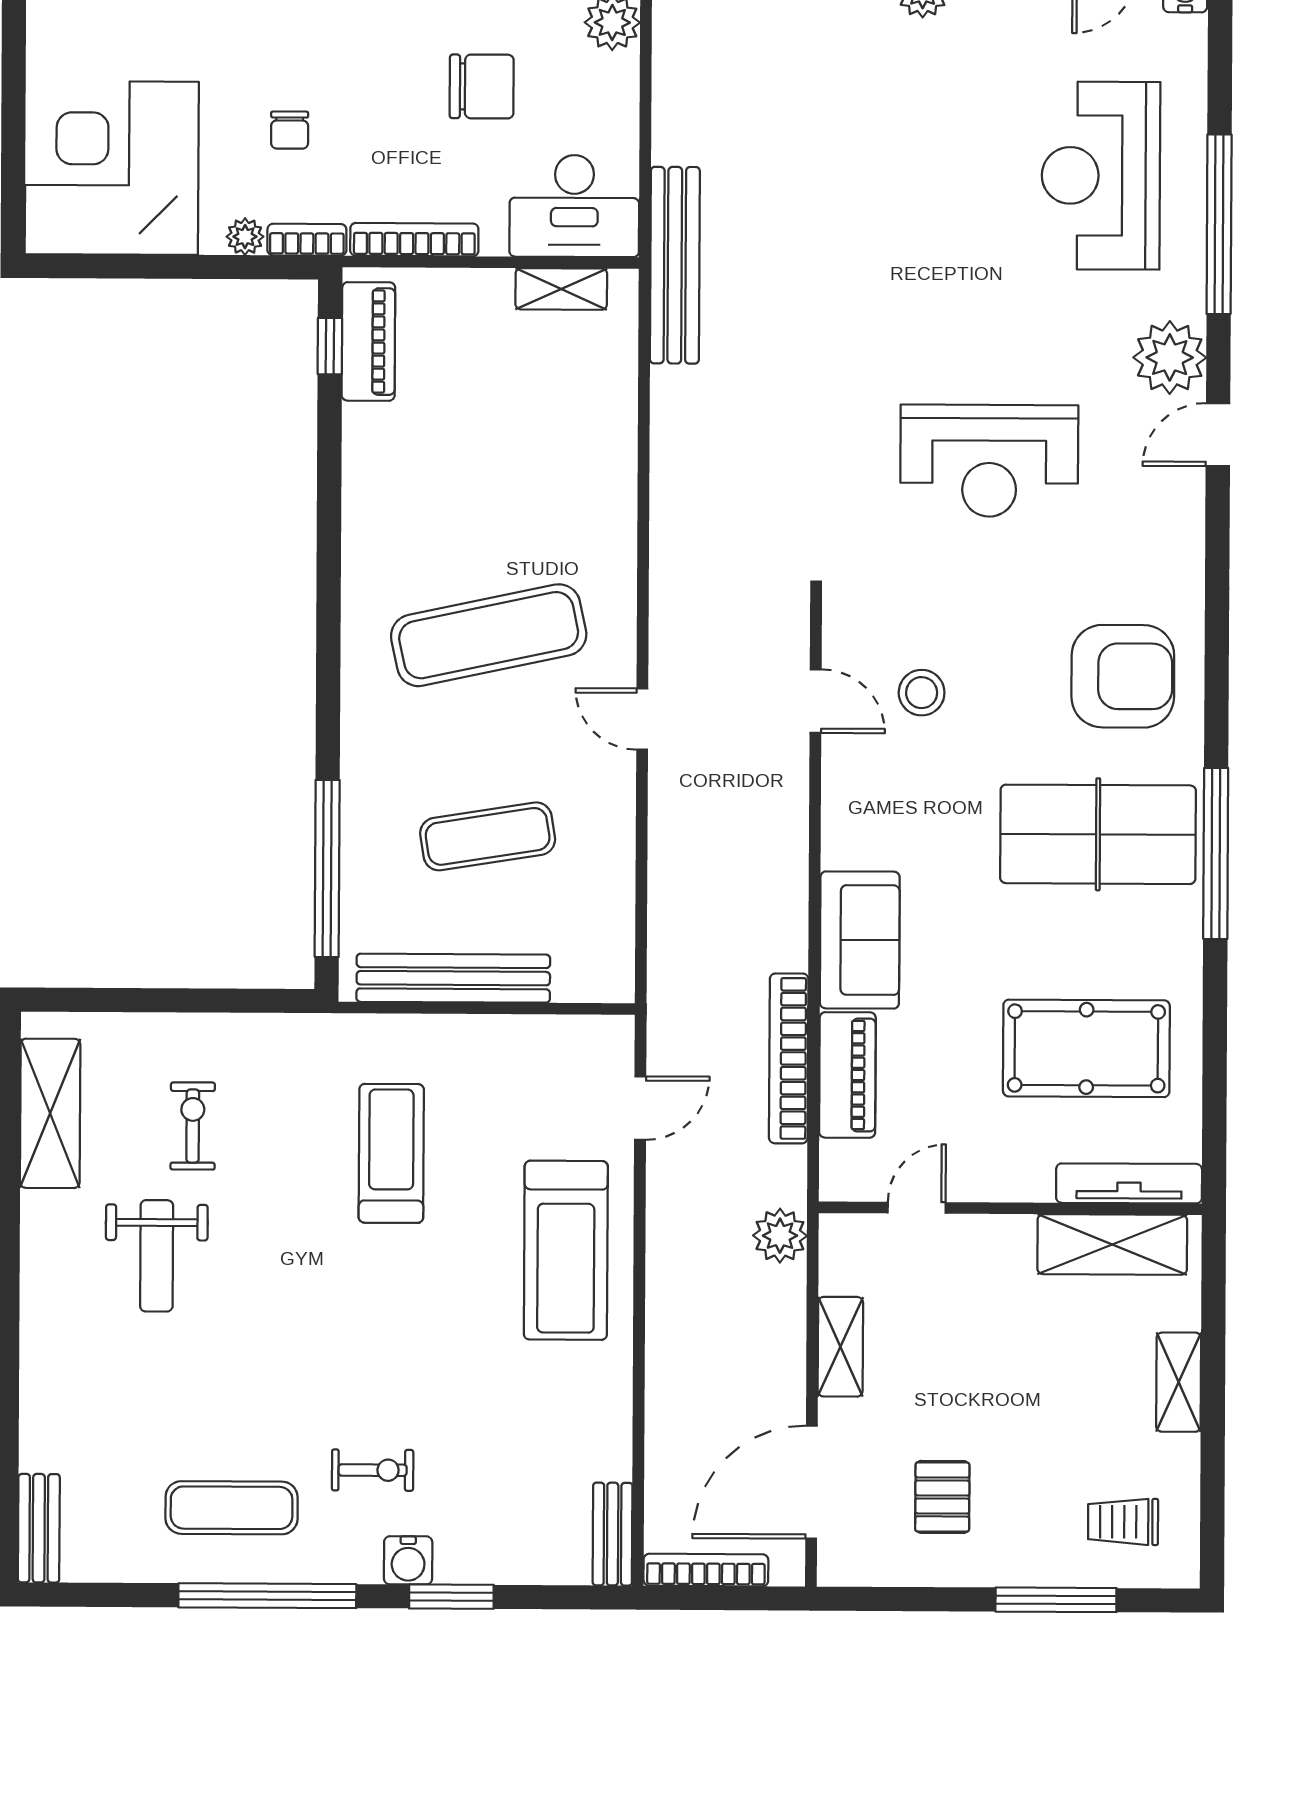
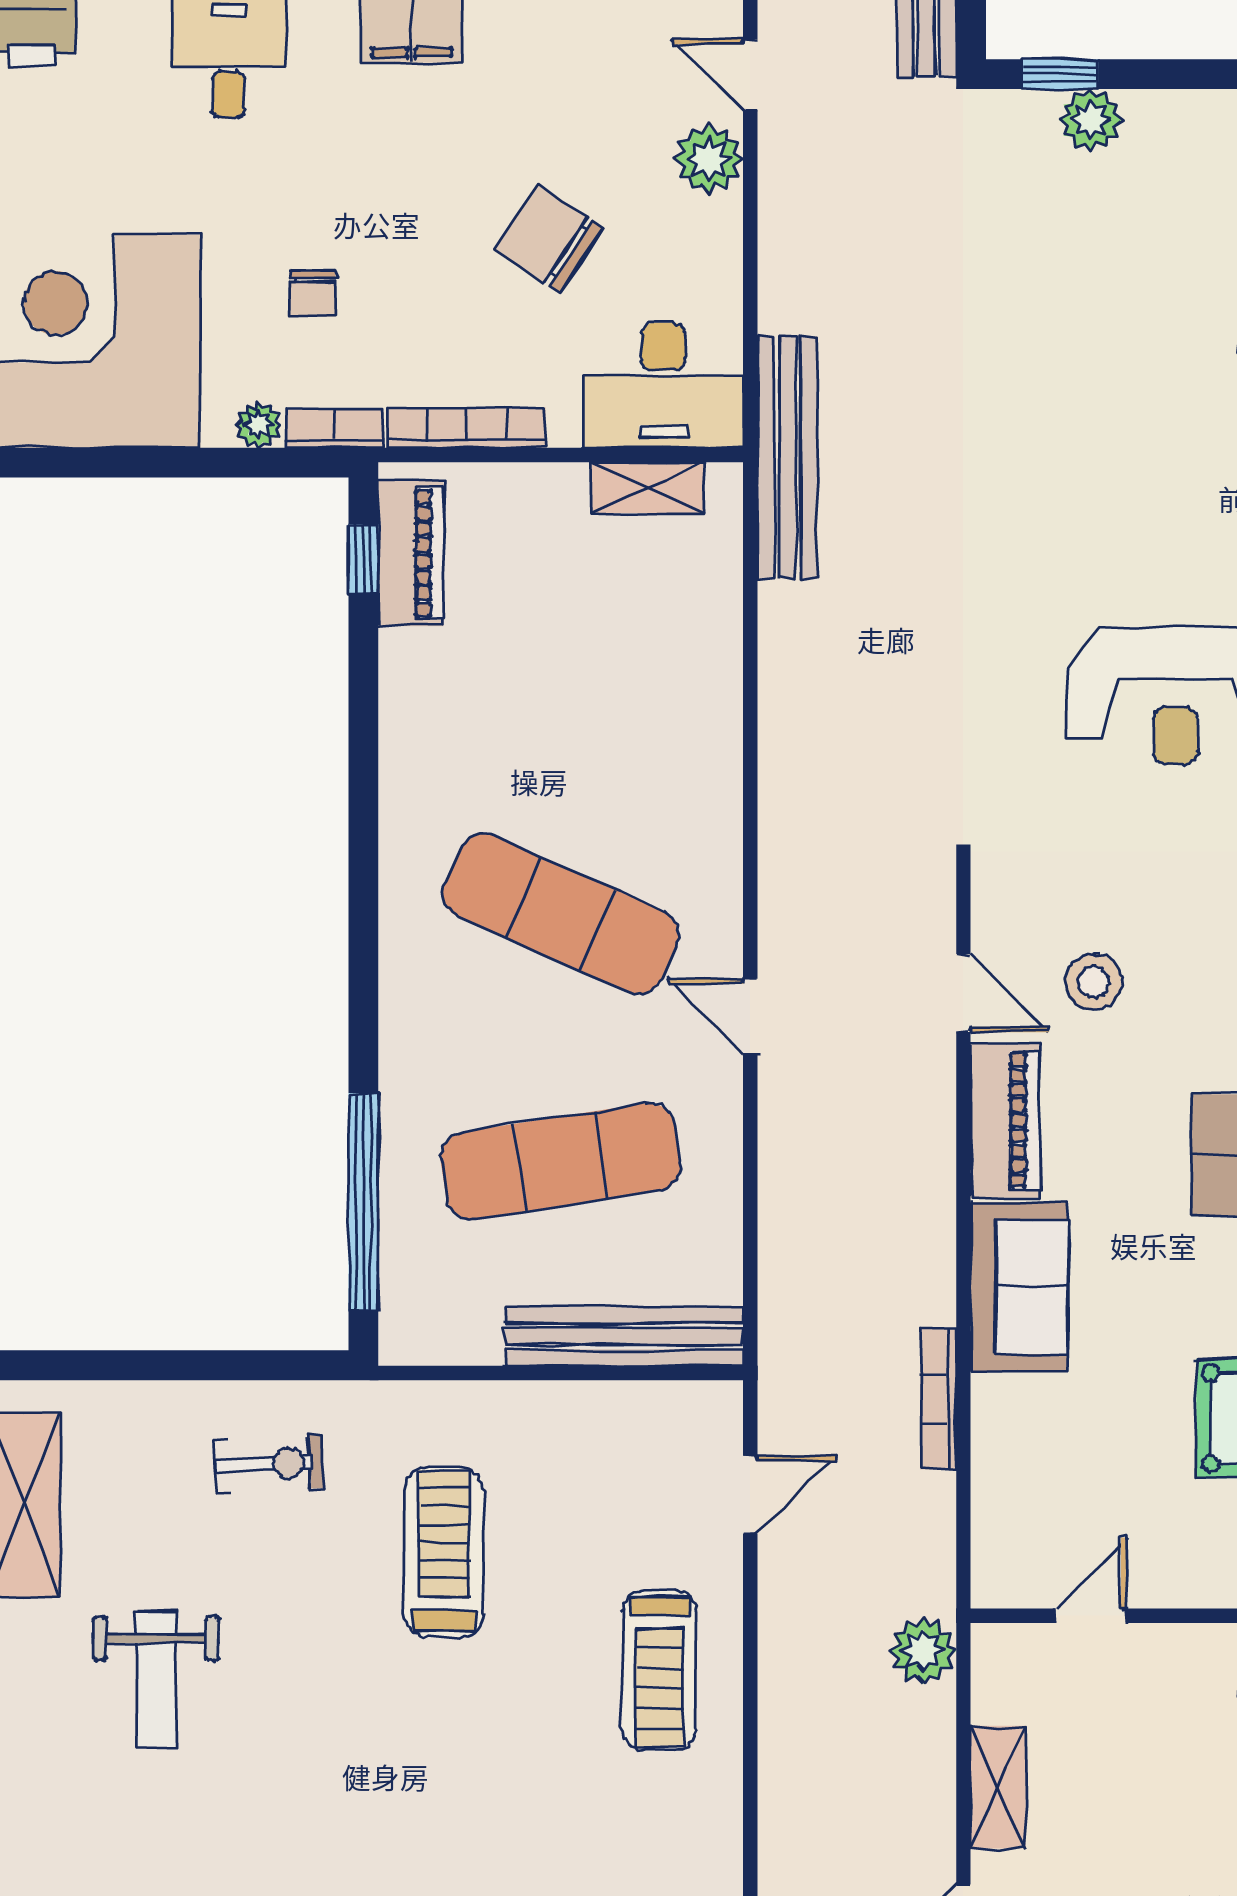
chair: (482, 86) -> (548, 239), turned -147
exercise mat: (489, 635) -> (561, 914), turned 36
exercise mat: (488, 836) -> (561, 1162), width x1.36, depth x1.45
bench: (453, 978) -> (624, 1336), moved
bookcase: (789, 1058) -> (938, 1399), width x0.68, depth x0.76
piano: (847, 1075) -> (1005, 1120), moved
exercise bike: (193, 1126) -> (269, 1464), moved, turned 87
treadmill: (566, 1250) -> (660, 1670), width x0.73, depth x0.73

